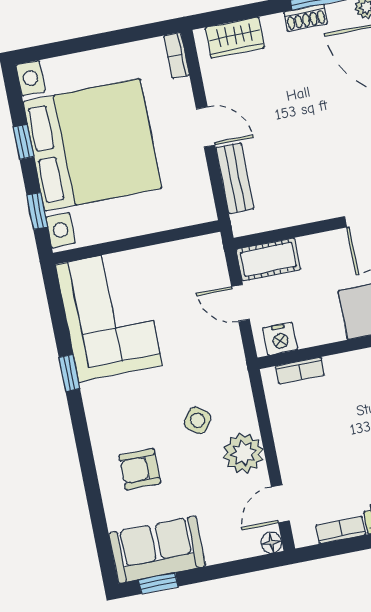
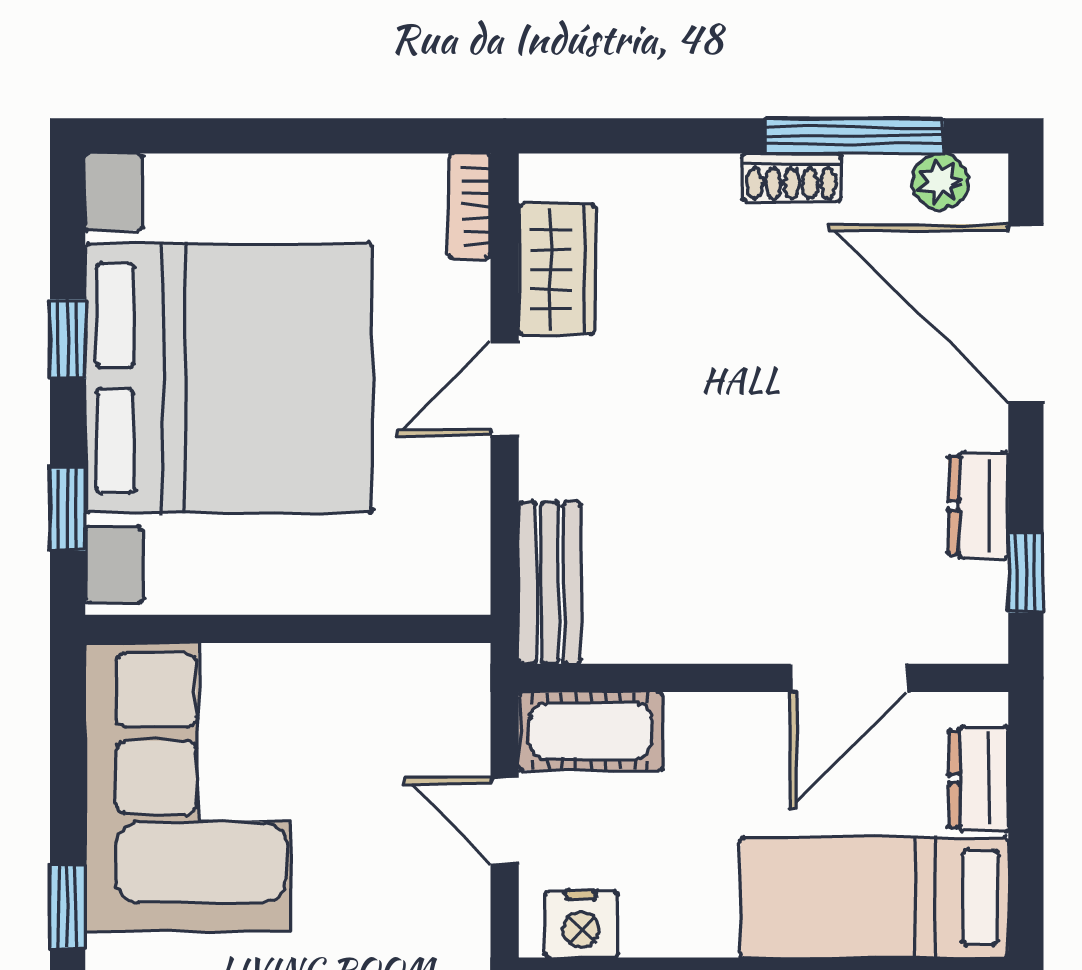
wardrobe: (235, 38) -> (557, 269), moved, turned -90
door: (206, 127) -> (505, 389), swing flipped
bench: (235, 178) -> (550, 583), moved

